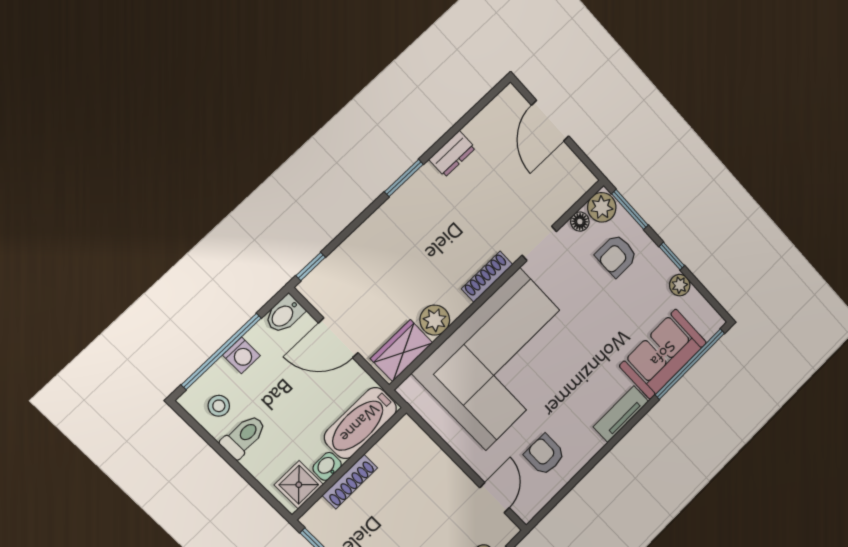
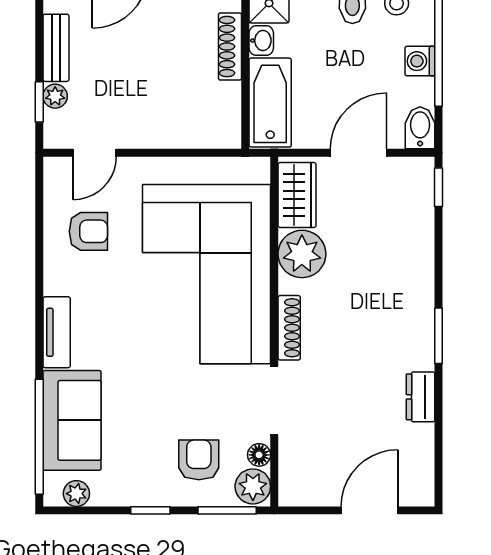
door: (550, 121) -> (370, 510), hinge flipped
doorway: (539, 243) -> (274, 401), width x1.38
plant: (680, 285) -> (76, 494), moved
plant: (435, 320) -> (302, 254), width x1.36, depth x1.36
door: (495, 498) -> (95, 153), hinge flipped

